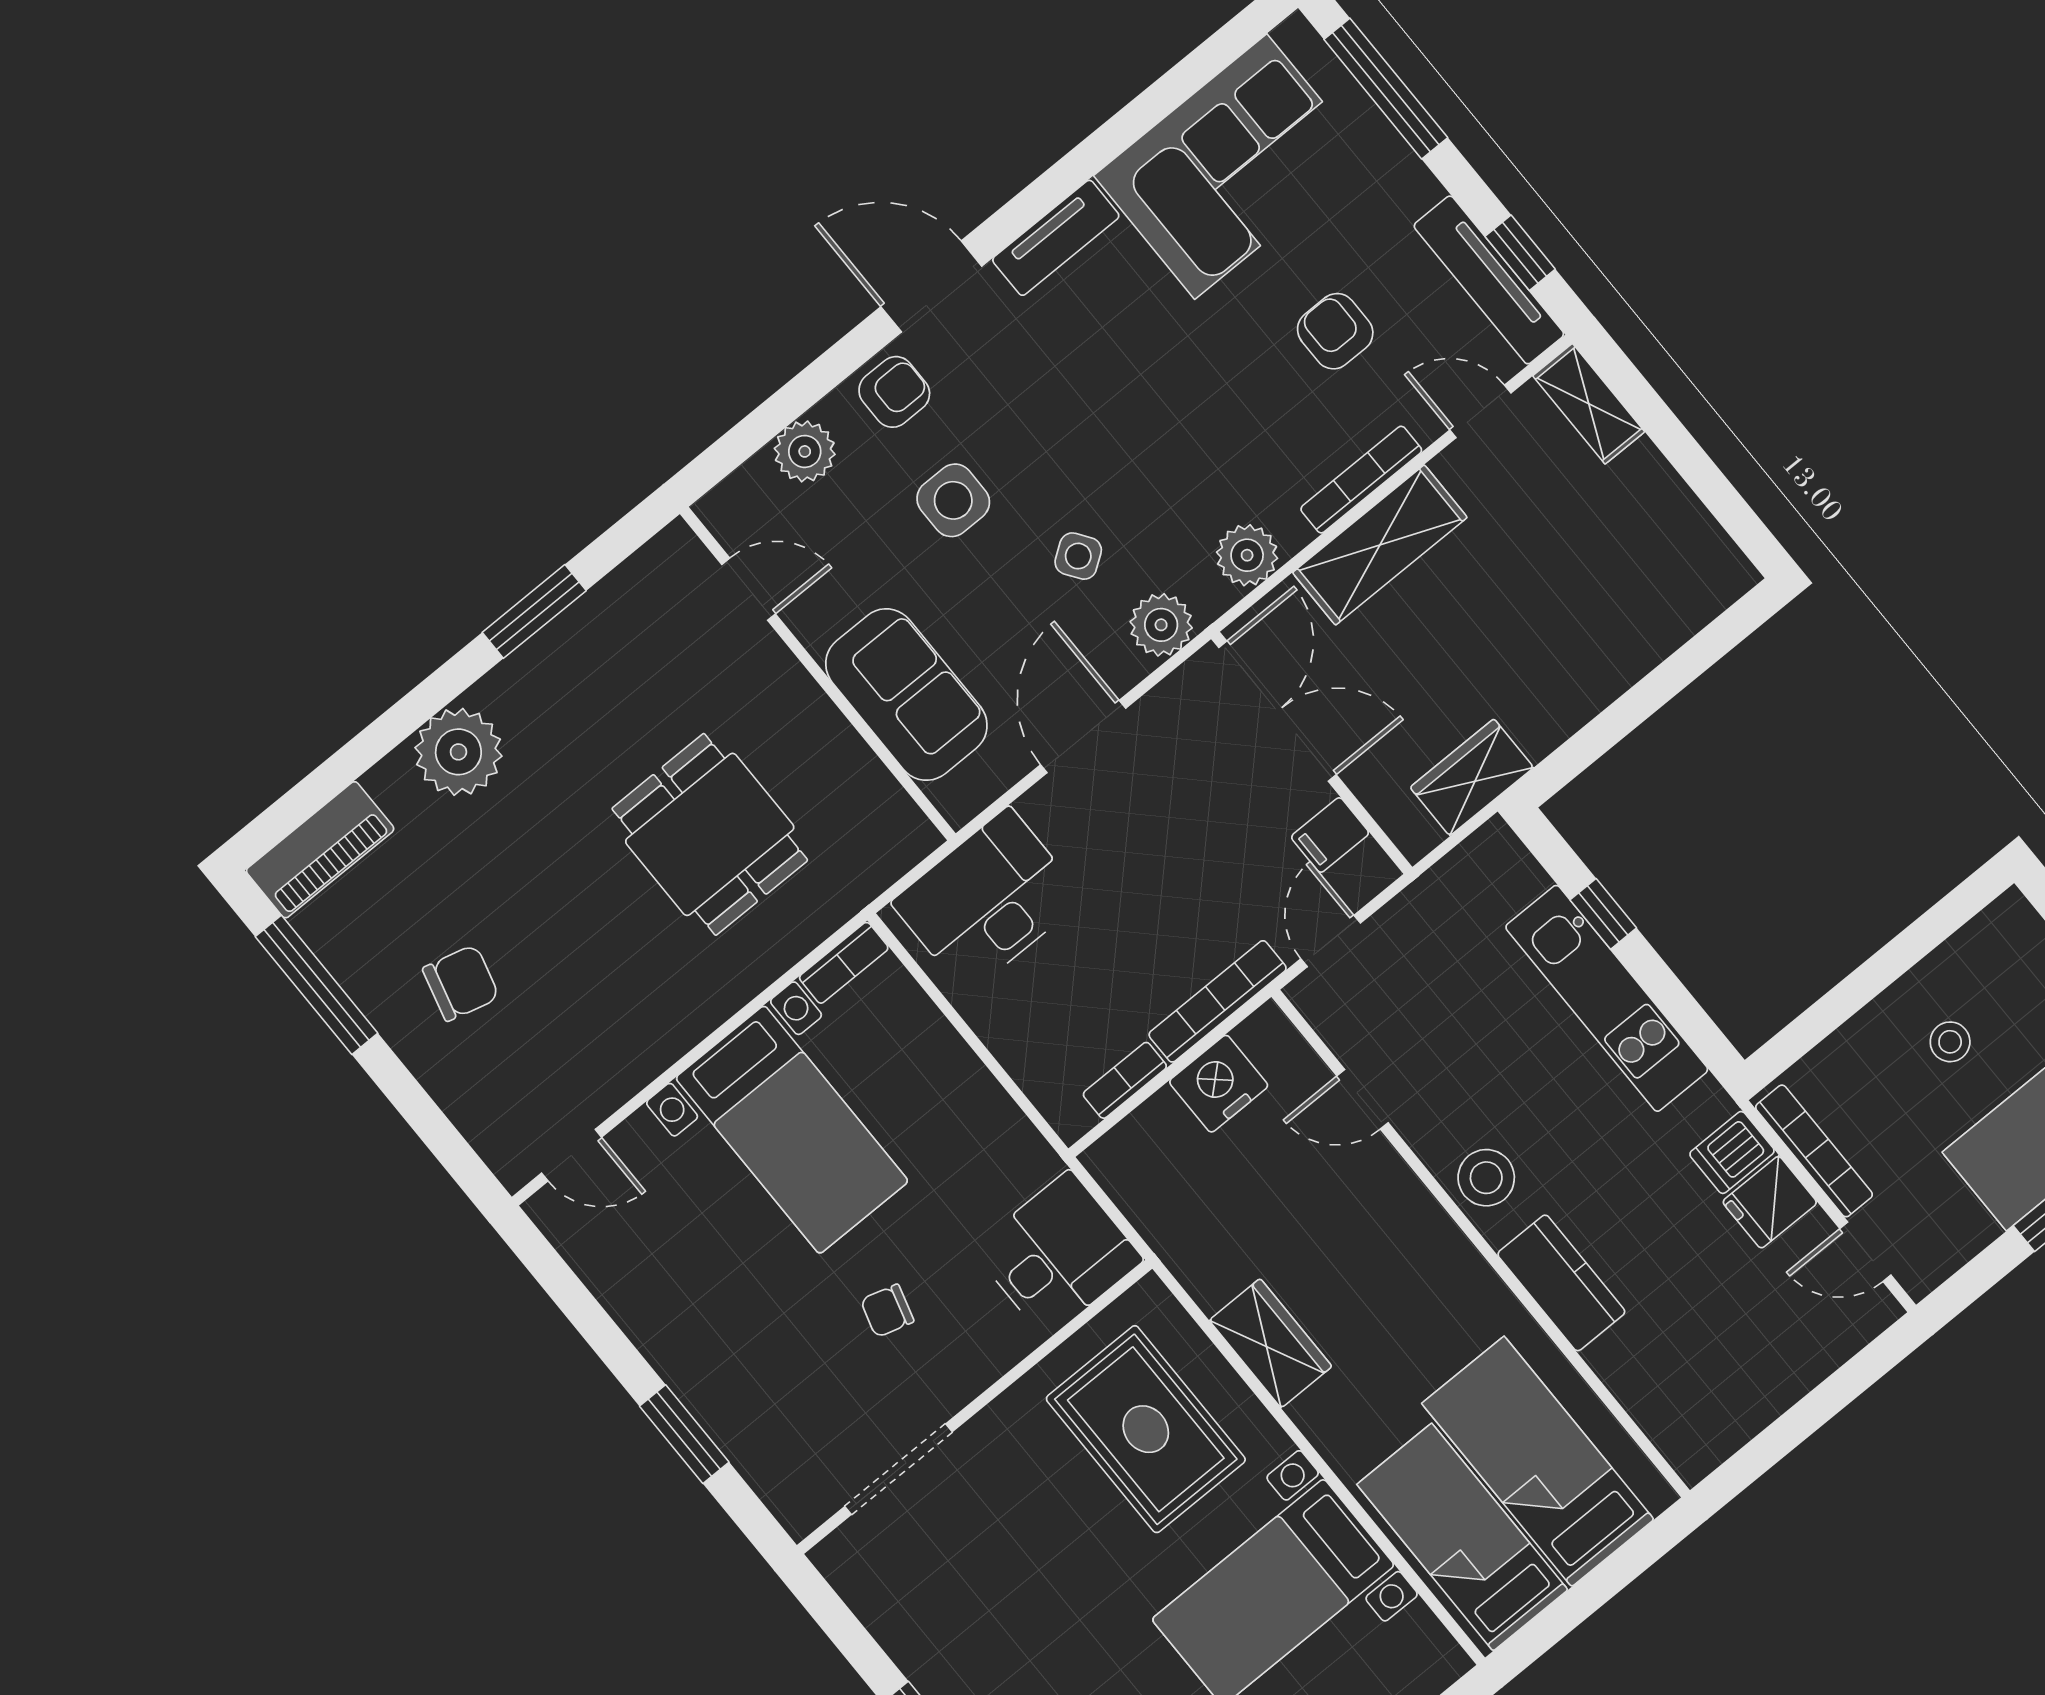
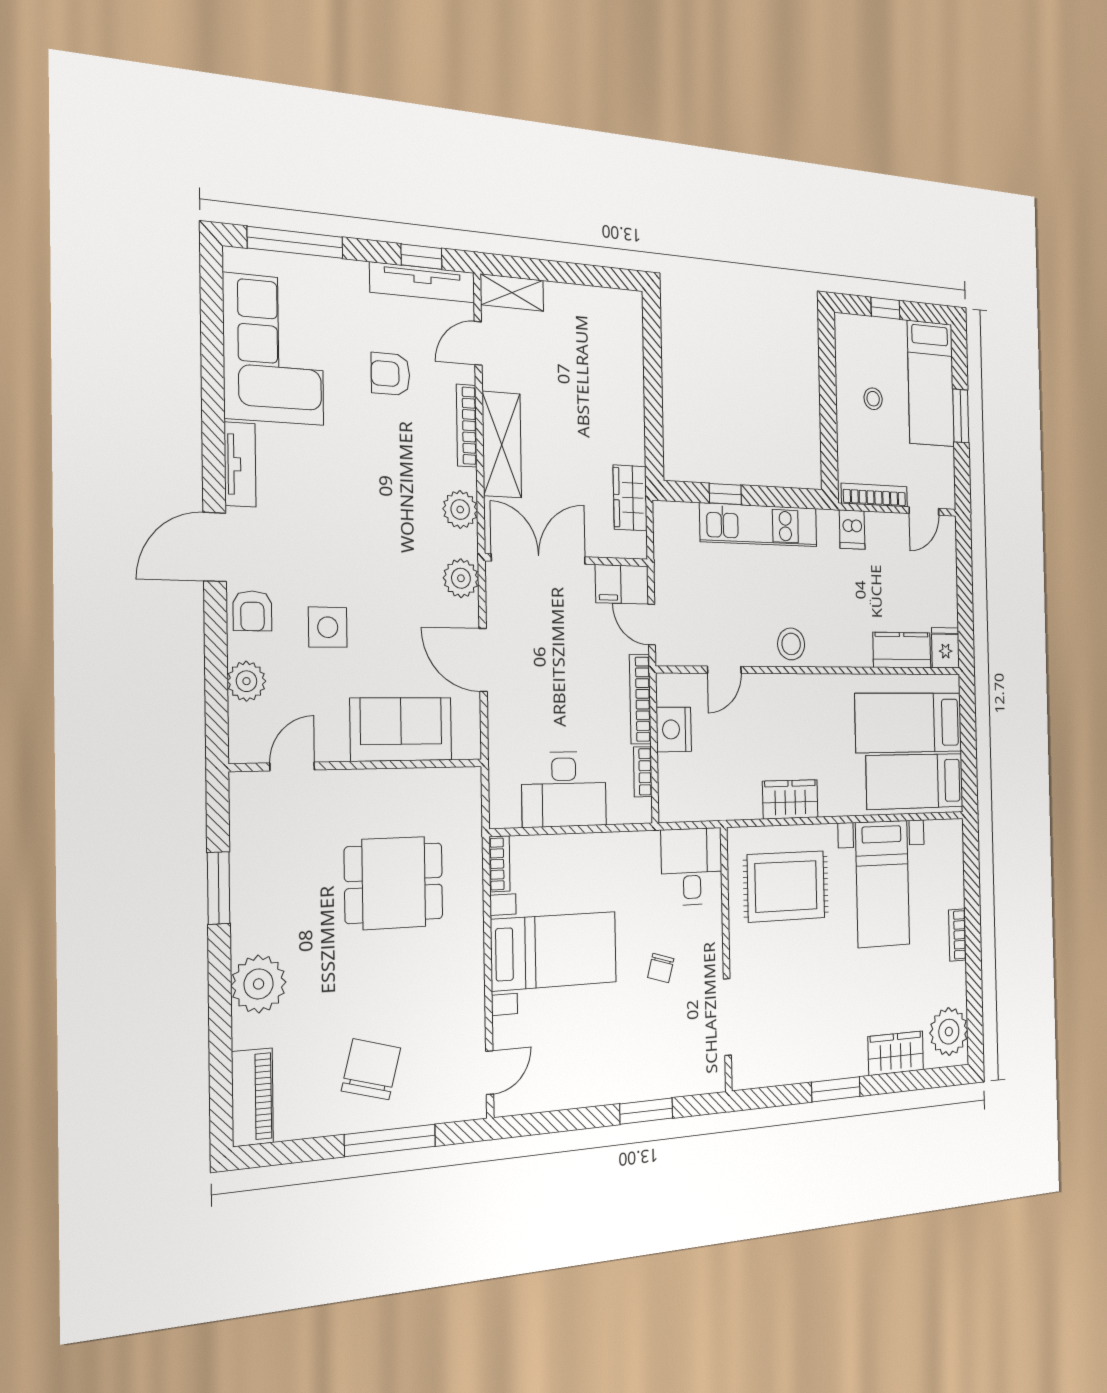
armchair: (894, 392) -> (252, 611), turned 180
side table: (1078, 556) -> (400, 589), removed
desk: (988, 901) -> (564, 789), moved, turned -90
chair: (461, 983) -> (371, 1069), width x1.37, depth x1.37
window: (317, 985) -> (390, 1140), moved
fridge: (1770, 1202) -> (946, 648), moved, turned 180
kitchen counter: (1561, 1283) -> (902, 650), moved

